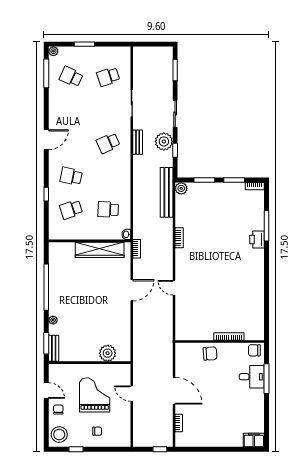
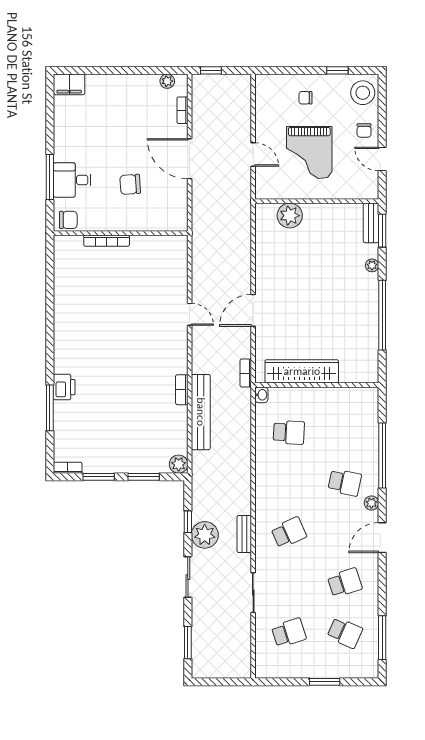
plant: (53, 51) -> (371, 503), moved
bench: (167, 192) -> (201, 412), moved
window: (46, 194) -> (382, 455), width x3.17
school desk: (71, 209) -> (345, 583), moved
chair: (210, 354) -> (130, 184), moved
plant: (189, 442) -> (167, 81), added

